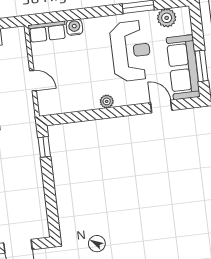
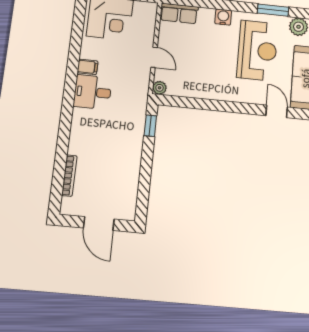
water cooler: (74, 27) -> (223, 17), moved
plant: (107, 101) -> (160, 88), moved

